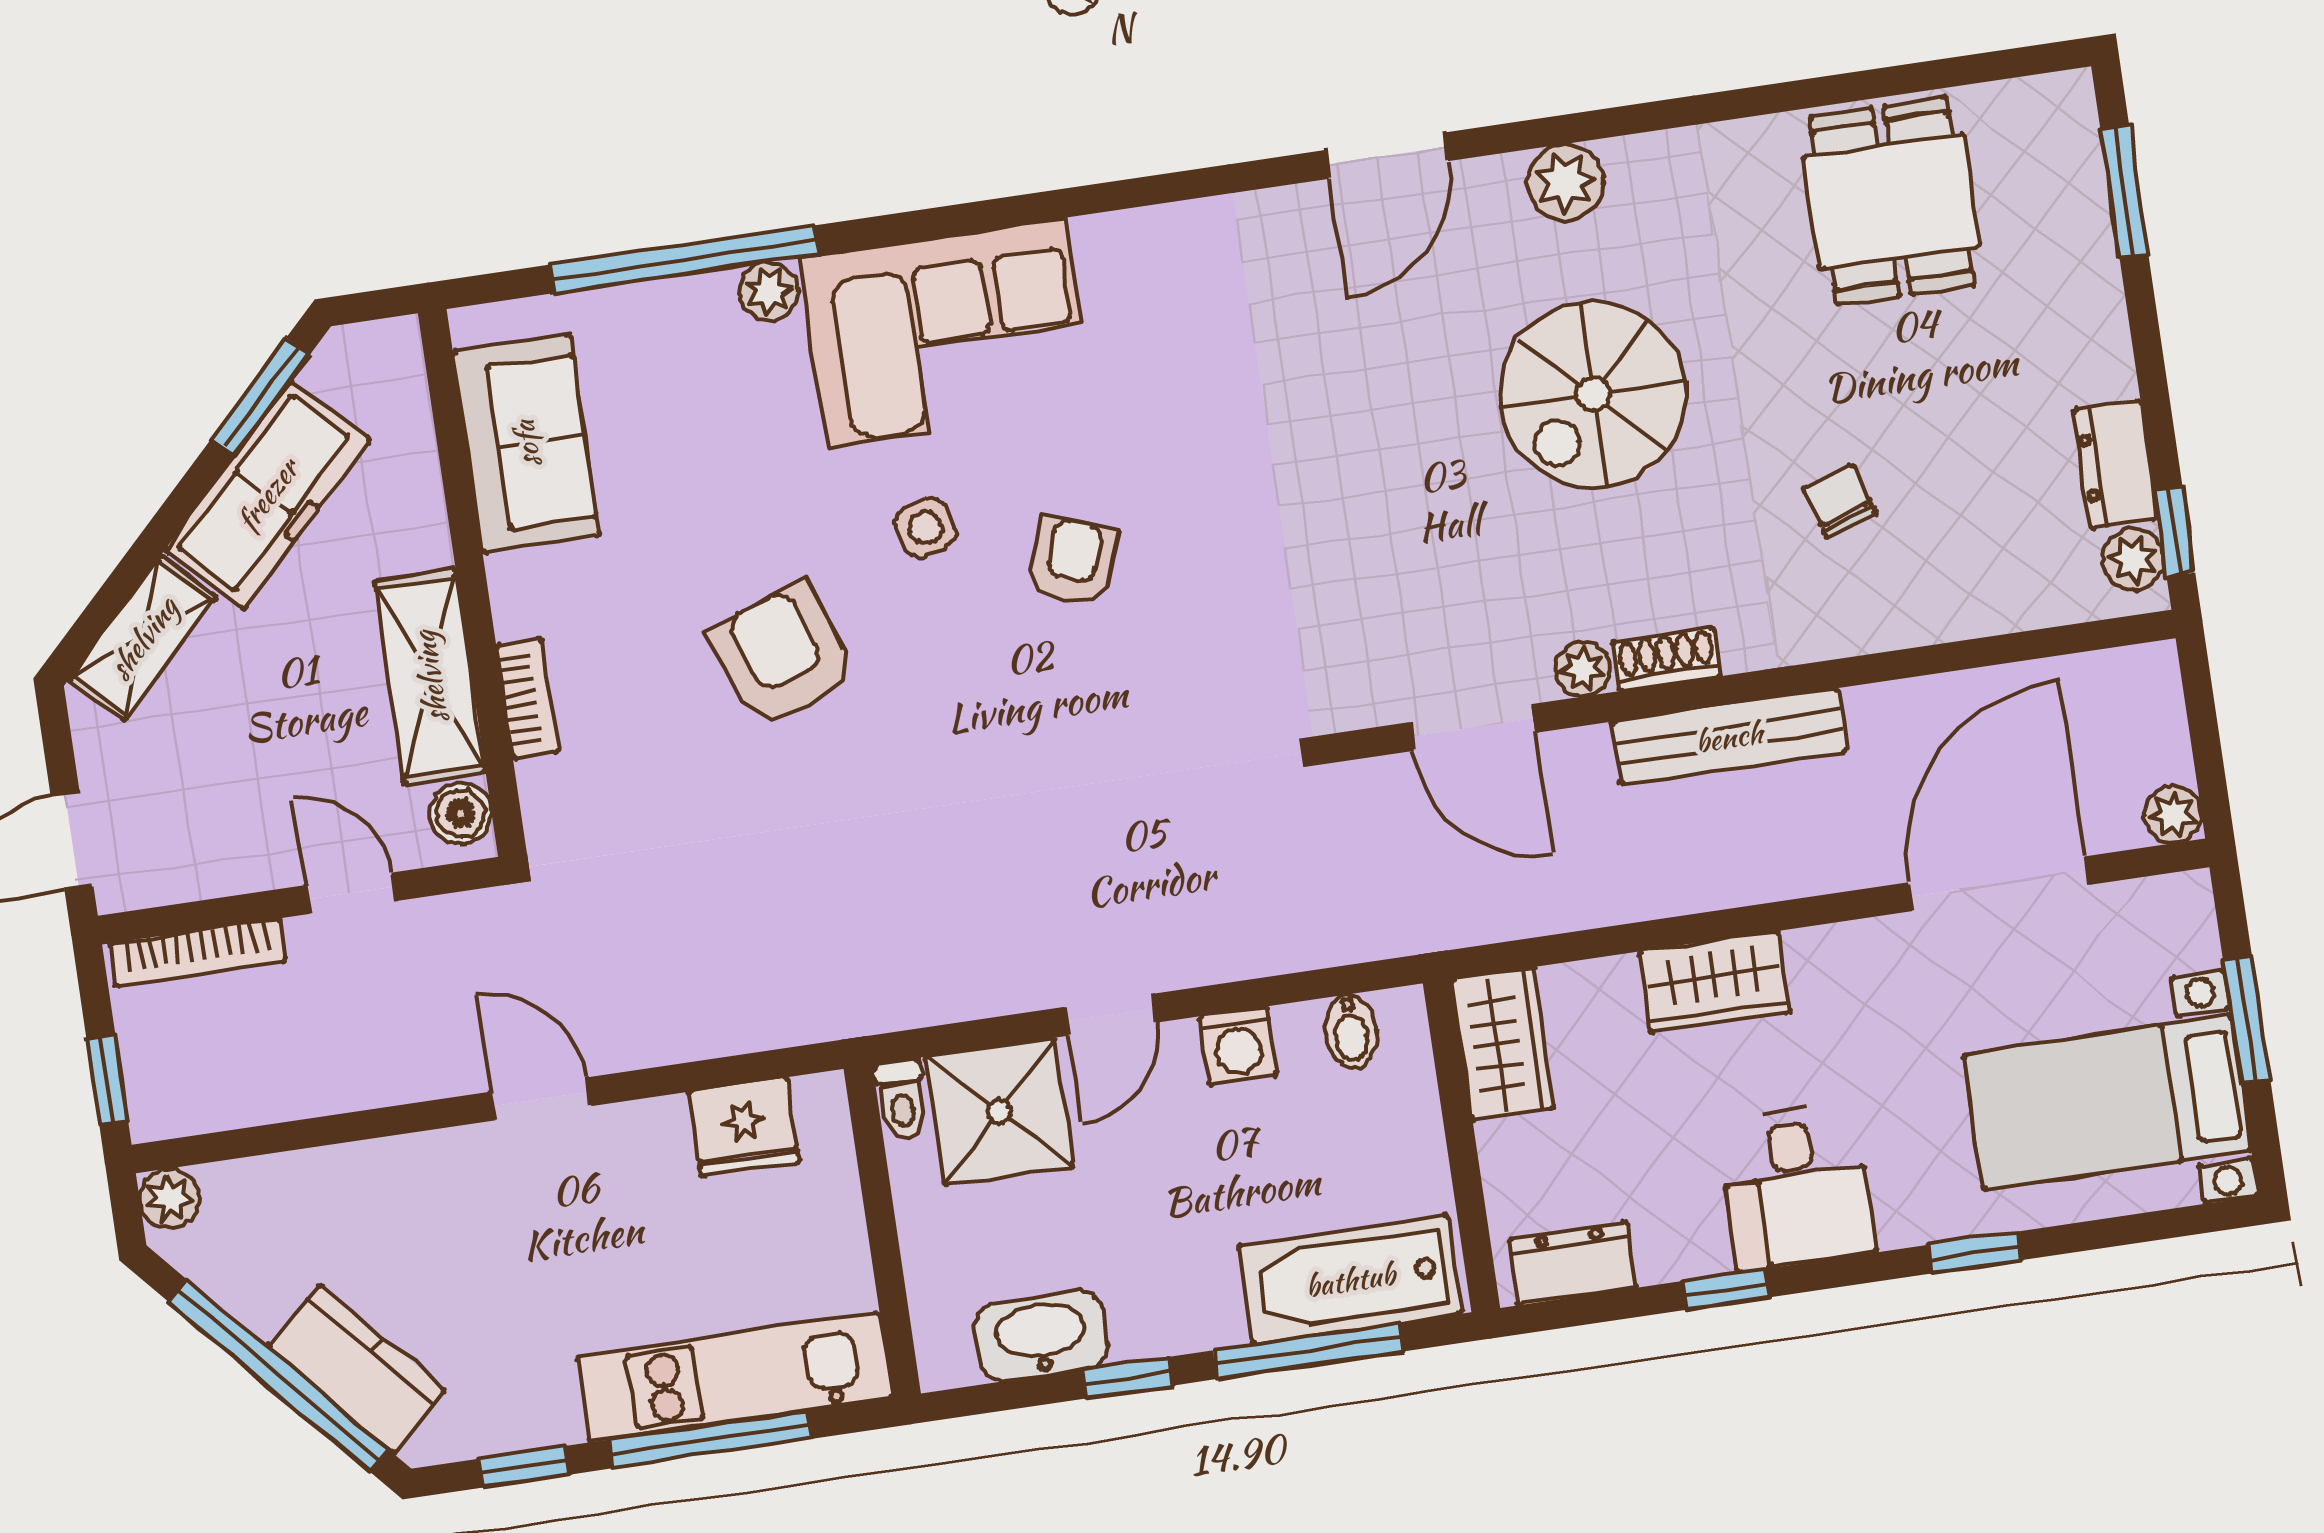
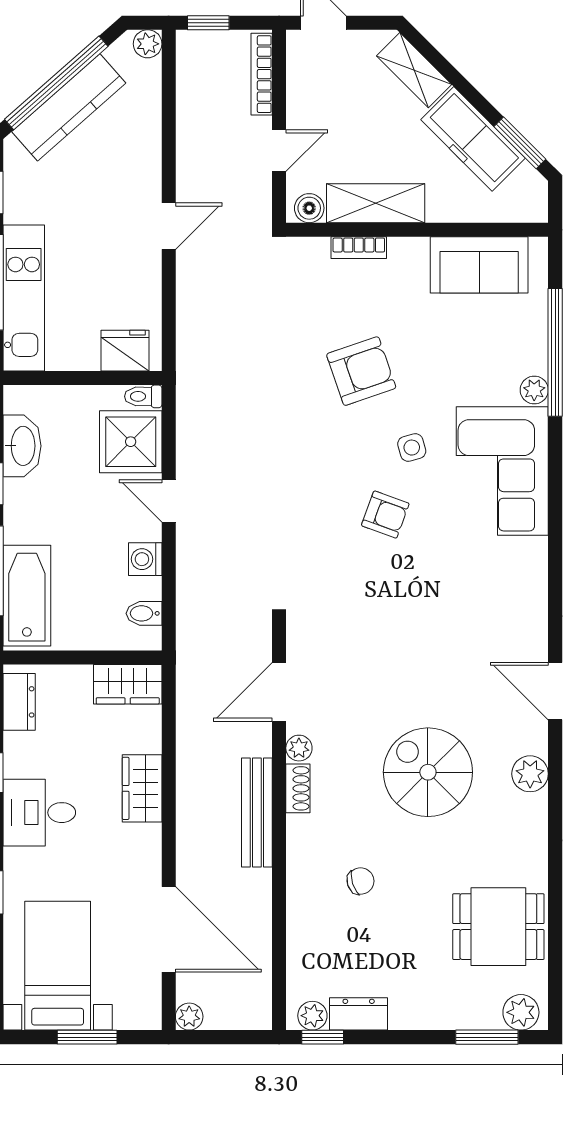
plant: (2062, 128) -> (521, 1012), added
fridge: (744, 1127) -> (125, 351), moved, turned 90
kitchen counter: (357, 1369) -> (69, 107), width x1.50

